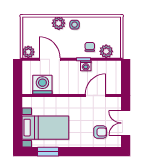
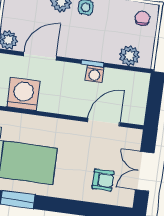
chair: (90, 47) -> (142, 18), moved
door: (50, 59) -> (40, 56), hinge flipped

